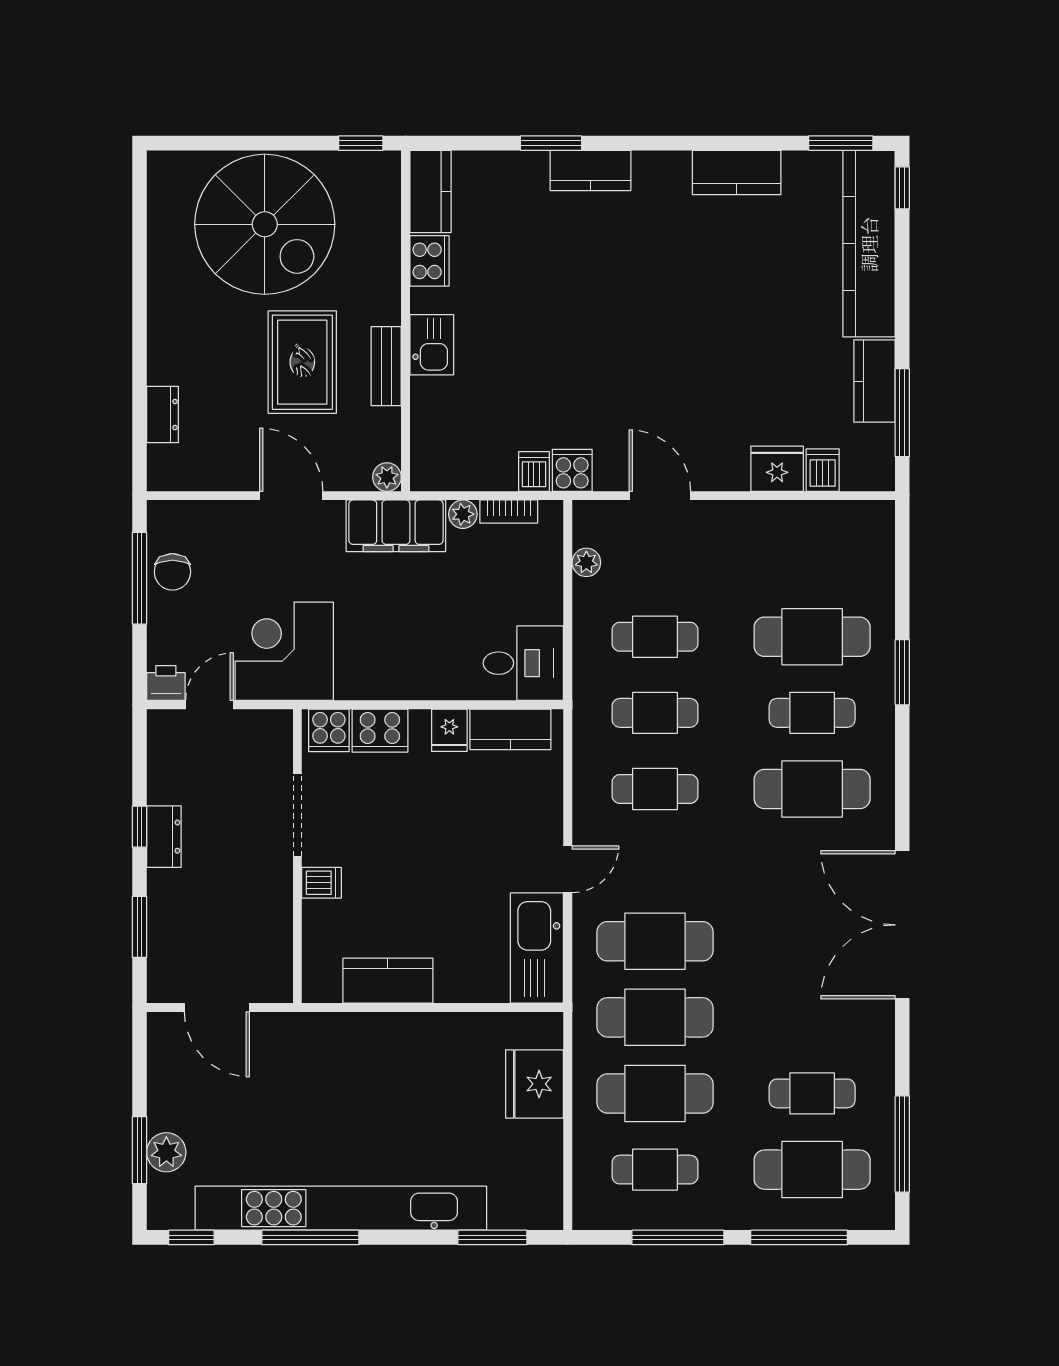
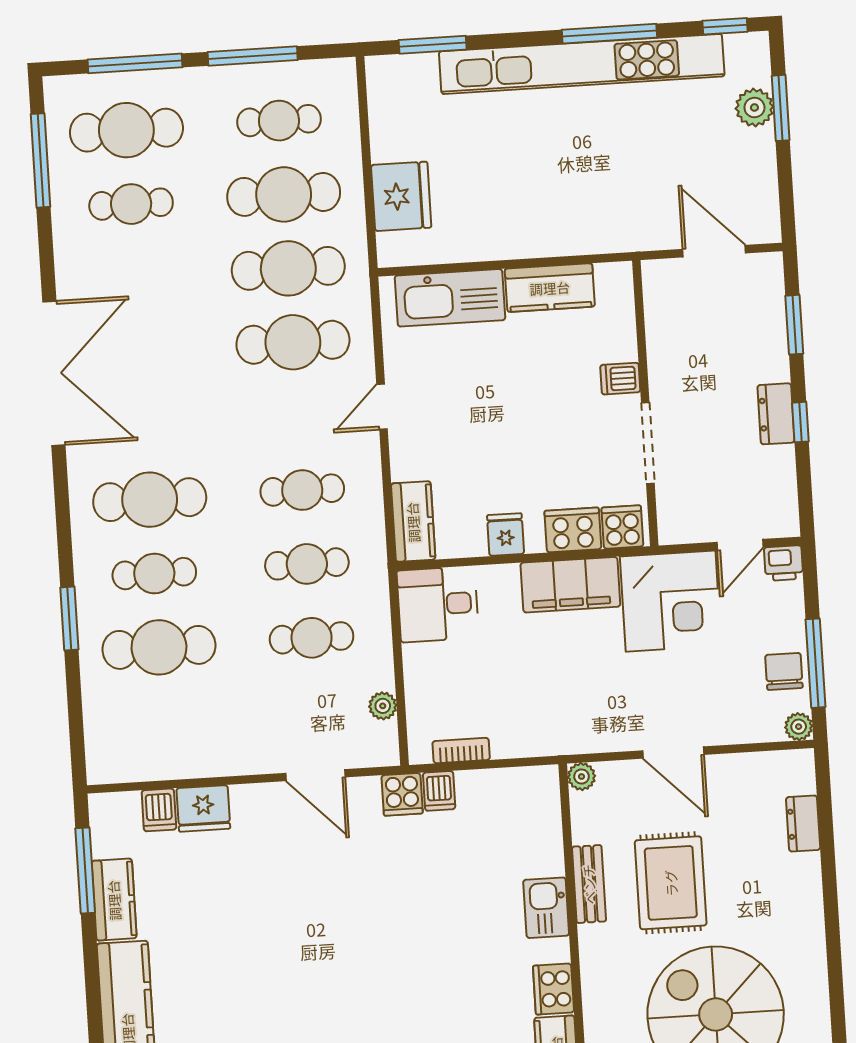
plant: (463, 514) -> (799, 727), moved
filing cabinet: (396, 526) -> (570, 585), moved, turned 180
kitchen counter: (510, 729) -> (413, 522), moved, turned 90
kitchen sink: (537, 948) -> (450, 298), moved, turned 90

